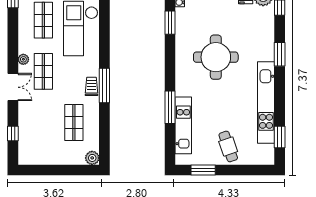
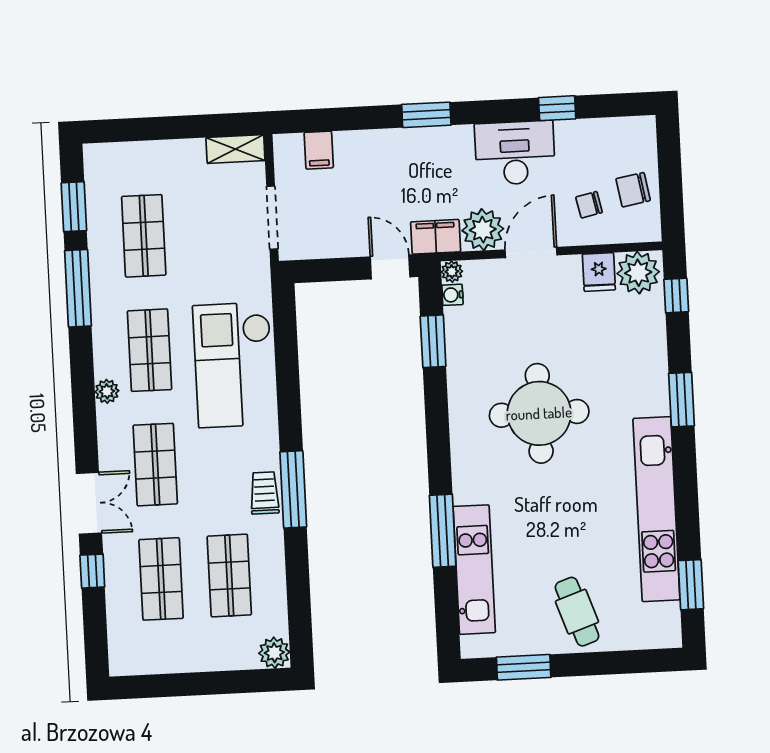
plant: (23, 59) -> (107, 391), moved
shop shelf: (43, 122) -> (161, 579), added
window: (13, 133) -> (92, 571), moved

